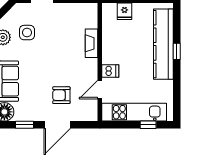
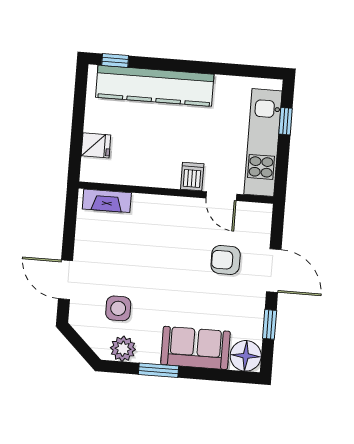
fireplace: (92, 43) -> (107, 201), moved
window: (177, 51) -> (115, 60), moved
armchair: (61, 95) -> (226, 260), turned 90

